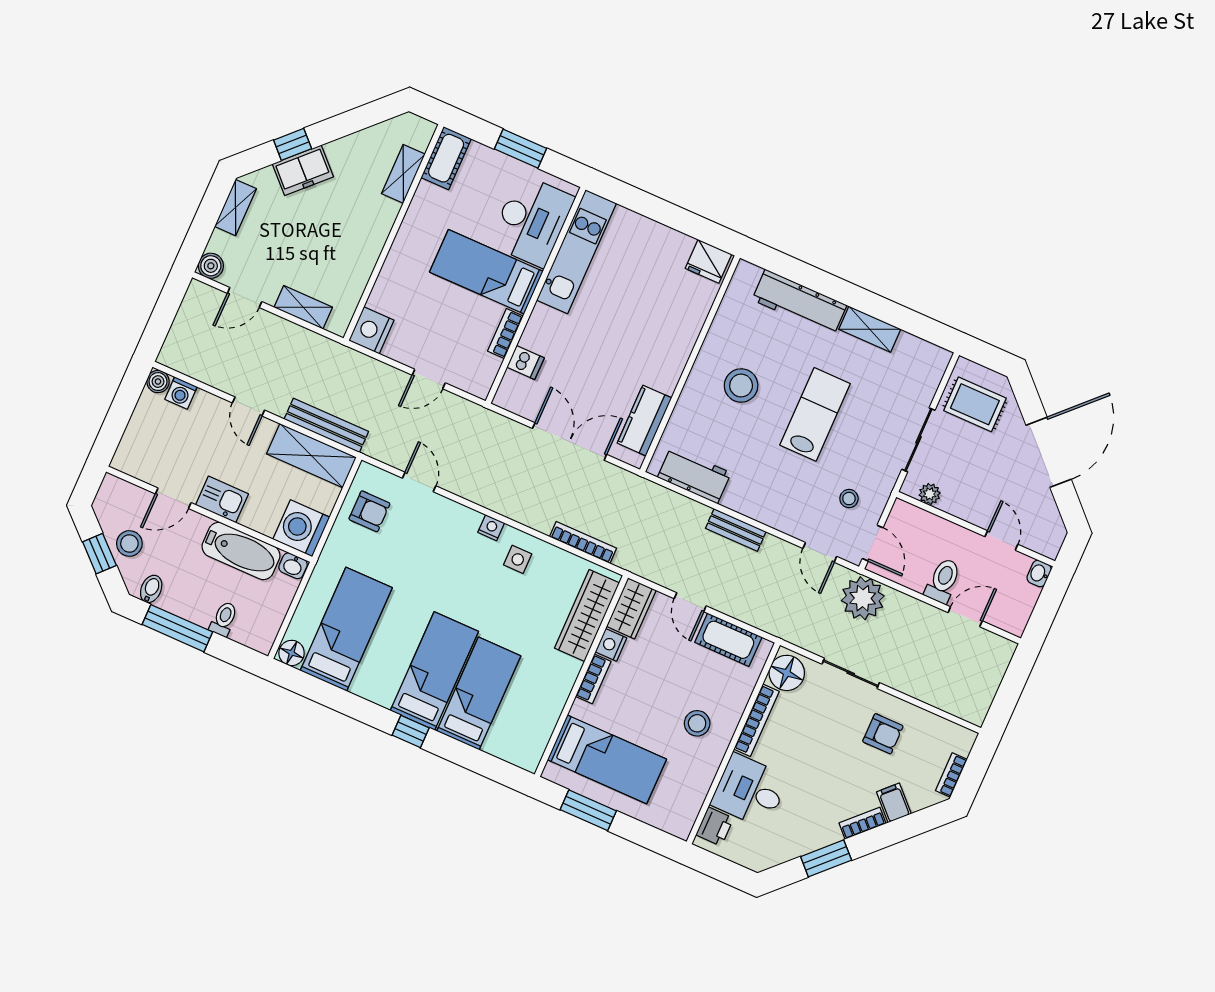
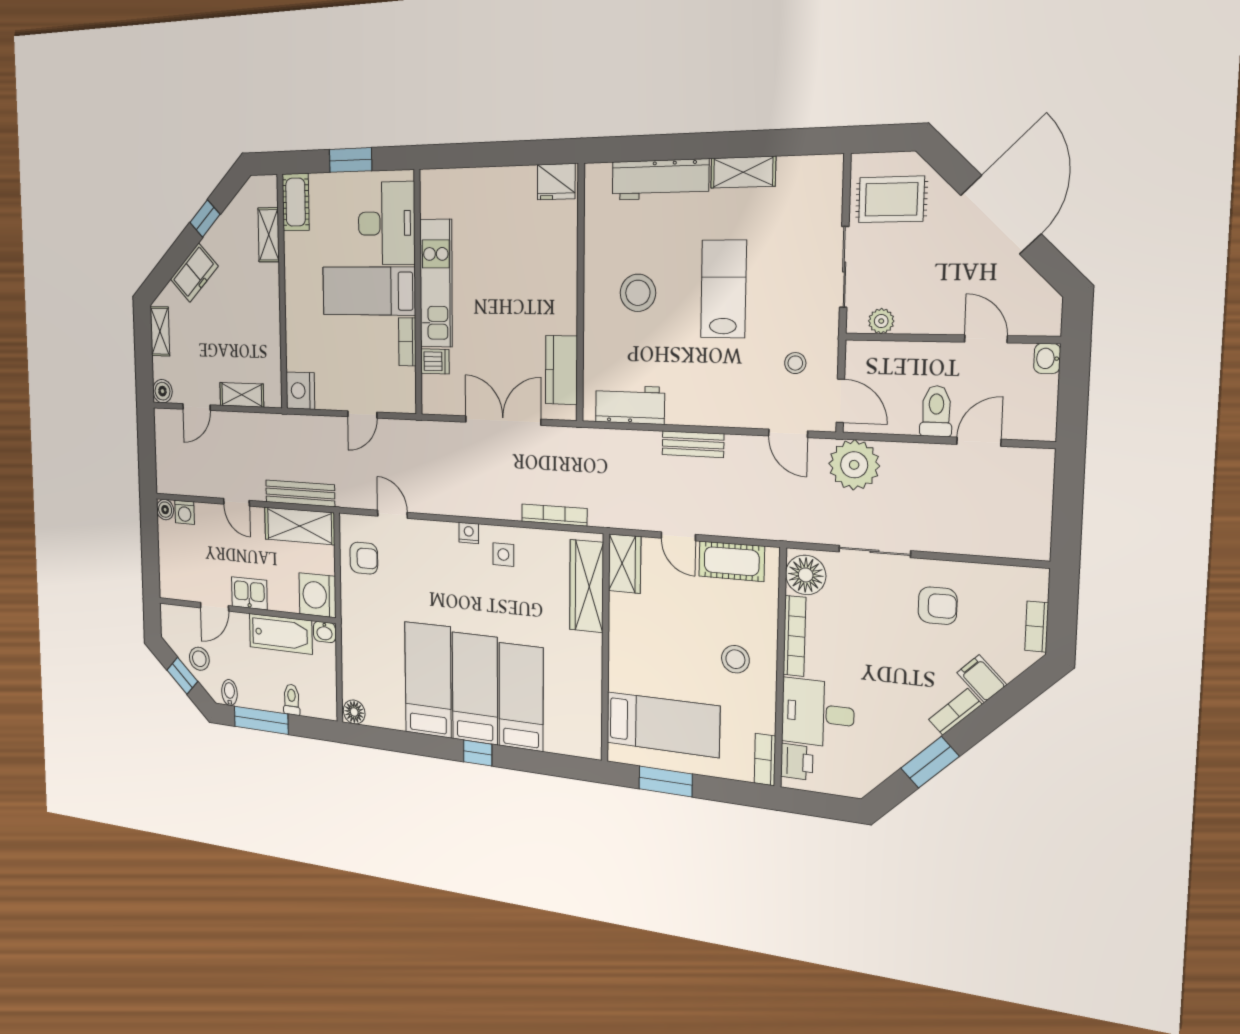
window: (293, 144) -> (205, 219), moved
kitchen unit: (577, 252) -> (436, 283), moved
bed: (346, 629) -> (428, 680), moved
nightstand: (611, 645) -> (620, 608), removed
bookcase: (593, 679) -> (765, 760), moved, turned 180

